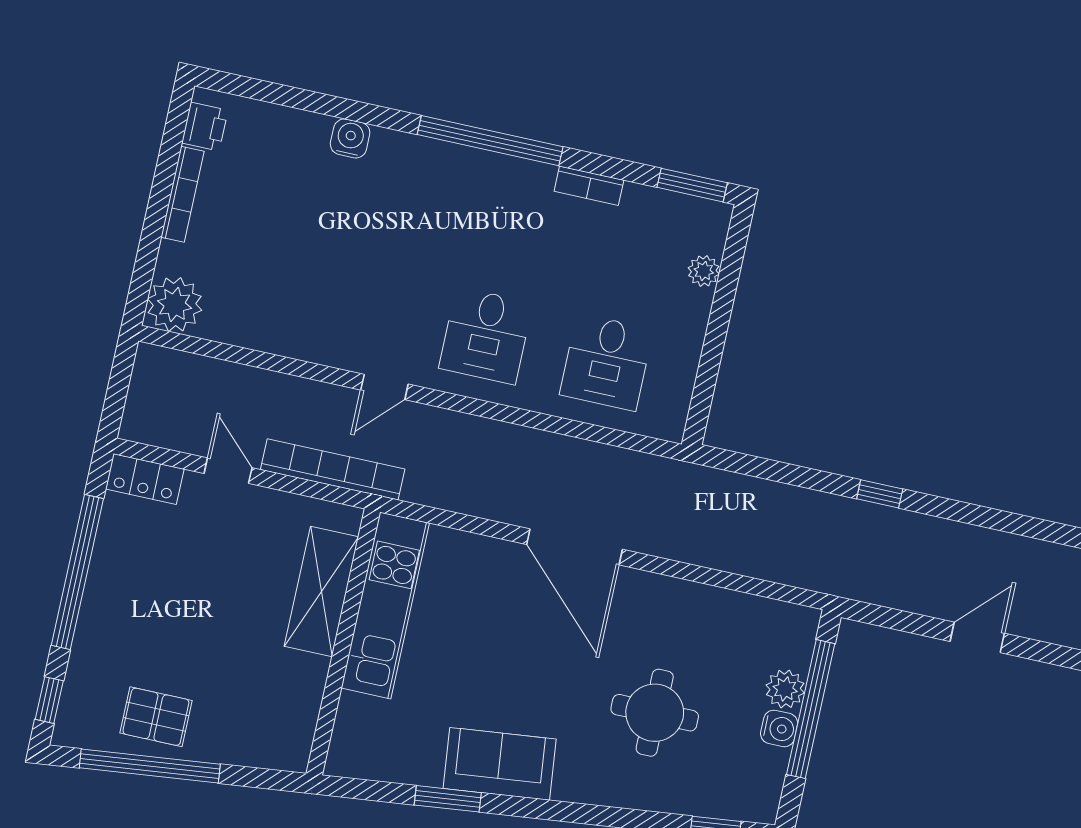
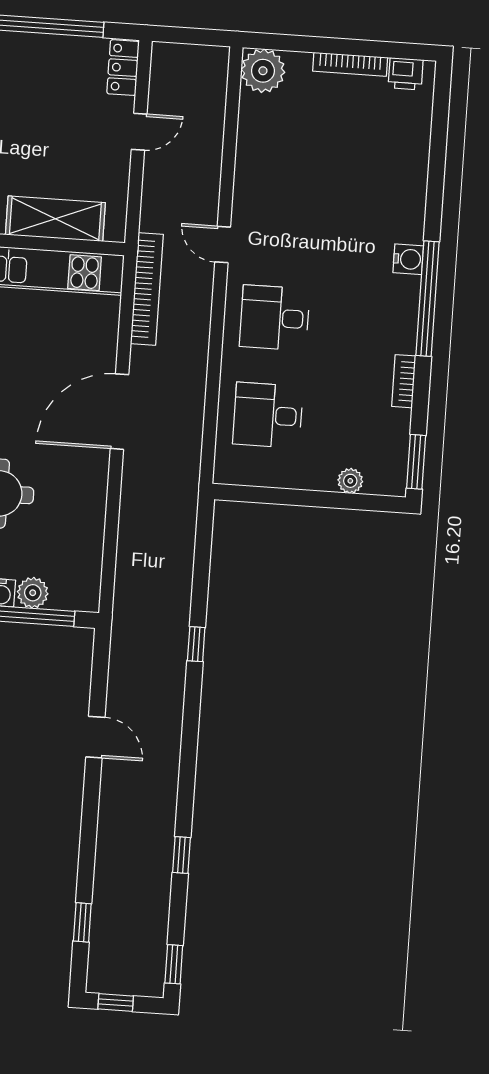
water cooler: (350, 138) -> (408, 259), moved
bookcase: (333, 469) -> (147, 289), moved

